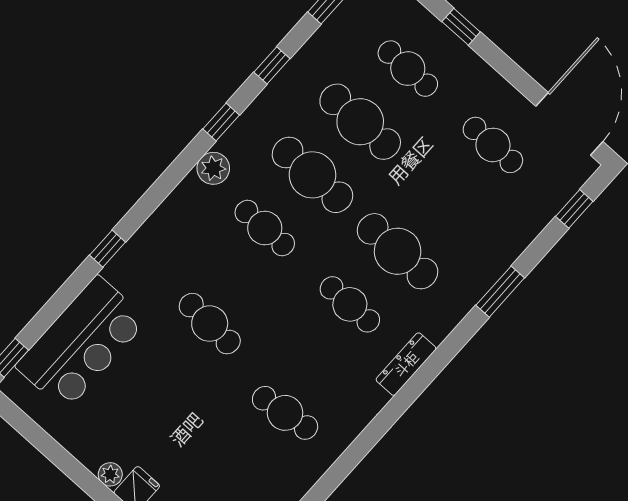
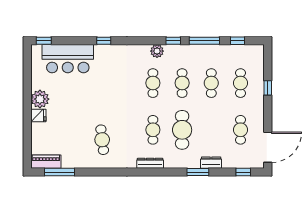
window: (272, 65) -> (204, 41), width x2.17
cafe table: (360, 122) -> (211, 83), width x0.73, depth x0.74
cafe table: (312, 175) -> (182, 83), width x0.73, depth x0.74
dresser: (504, 252) -> (211, 163), added
cafe table: (210, 324) -> (109, 92), removed
plant: (110, 474) -> (40, 99), width x1.87, depth x1.87

